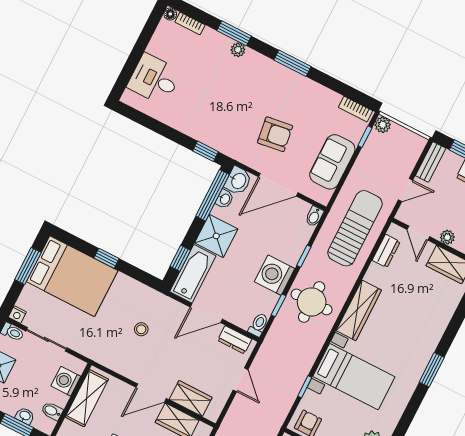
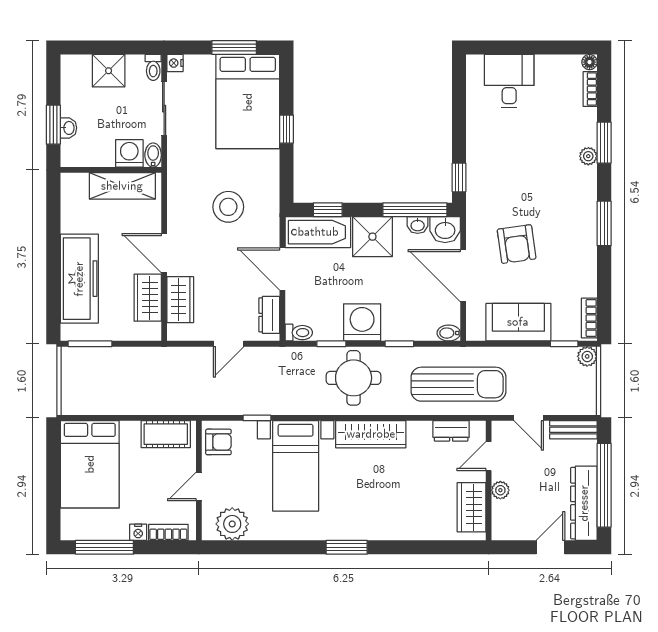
stool: (141, 329) -> (228, 207), width x1.89, depth x1.89
bidet: (52, 411) -> (153, 155), moved

